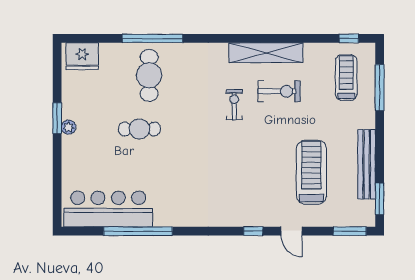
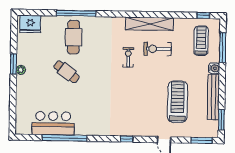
exercise bike: (279, 91) -> (157, 49), turned 180
water cooler: (367, 120) -> (214, 68), added
cafe table: (139, 129) -> (67, 72), turned 37
bar counter: (108, 209) -> (53, 123), width x0.73
window: (253, 231) -> (127, 139), moved

